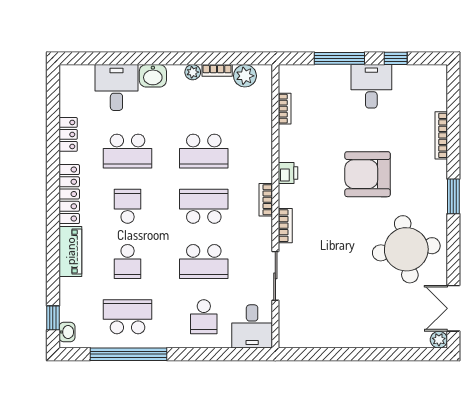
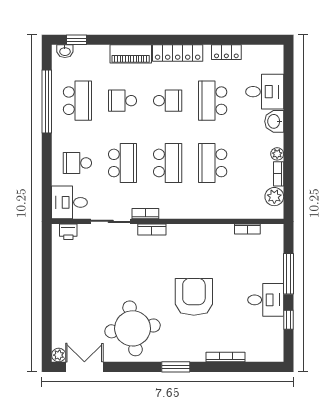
printer: (288, 173) -> (68, 232), moved
bookcase: (266, 200) -> (145, 214), moved
school desk: (204, 262) -> (123, 163), turned 180

